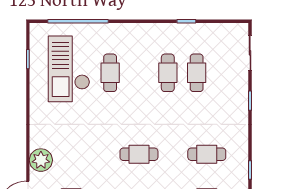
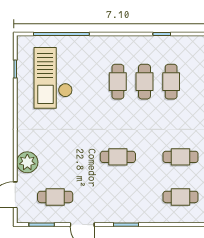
cafe table: (110, 73) -> (118, 82), moved

